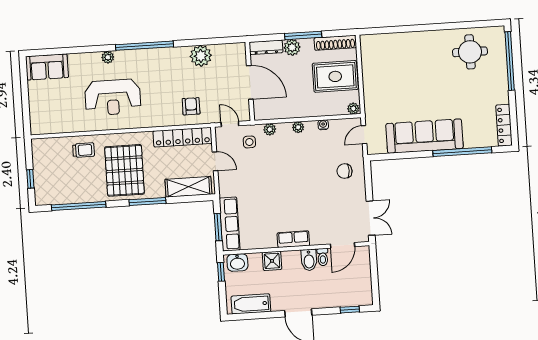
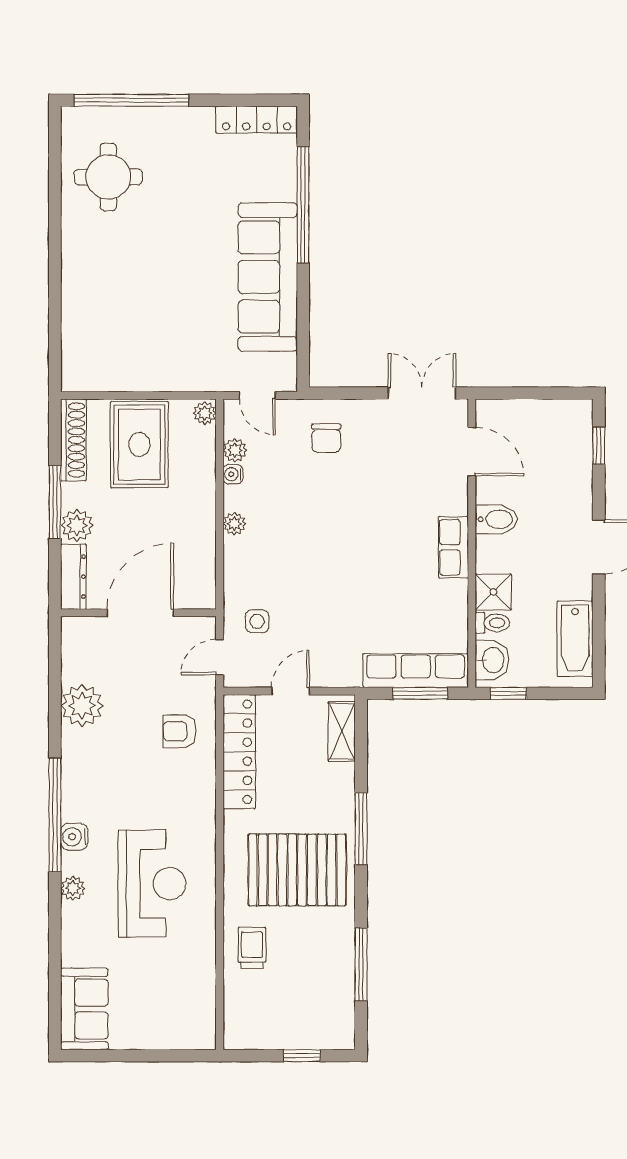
water cooler: (134, 56) -> (74, 837), added
plant: (270, 129) -> (235, 450), moved
shelving: (188, 187) -> (342, 732), width x0.67, depth x0.75
window: (79, 206) -> (361, 964), width x0.68
toilet: (323, 257) -> (492, 623), moved

